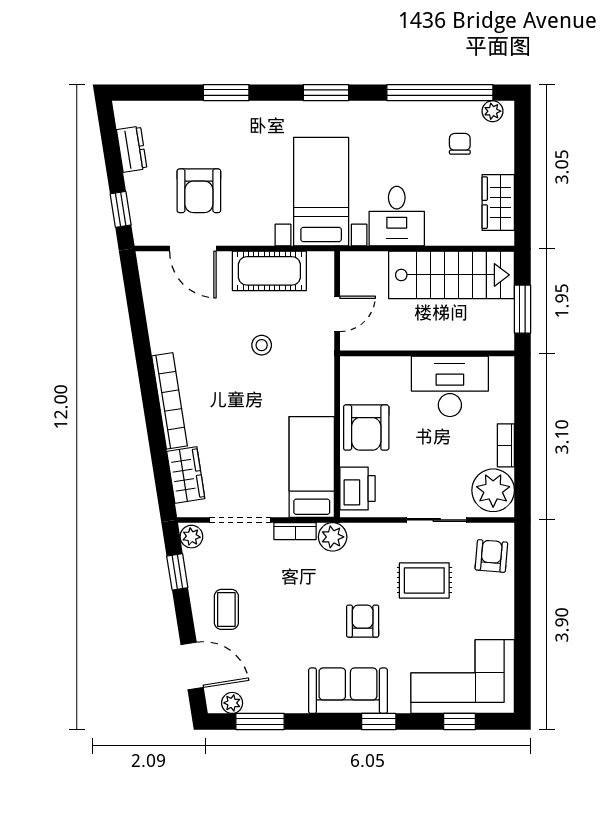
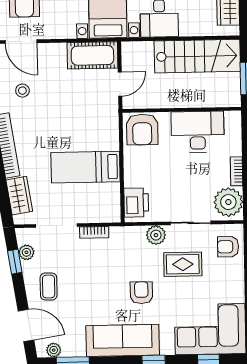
cot: (269, 271) -> (92, 55), moved
stool: (262, 345) -> (22, 91), moved
armchair: (366, 428) -> (142, 129), moved
bed: (312, 467) -> (85, 167), moved, turned -90
plant: (191, 537) -> (26, 252), moved
plant: (333, 537) -> (156, 235), moved
armchair: (491, 556) -> (228, 247), turned -95
sofa: (348, 691) -> (123, 340), width x1.36

